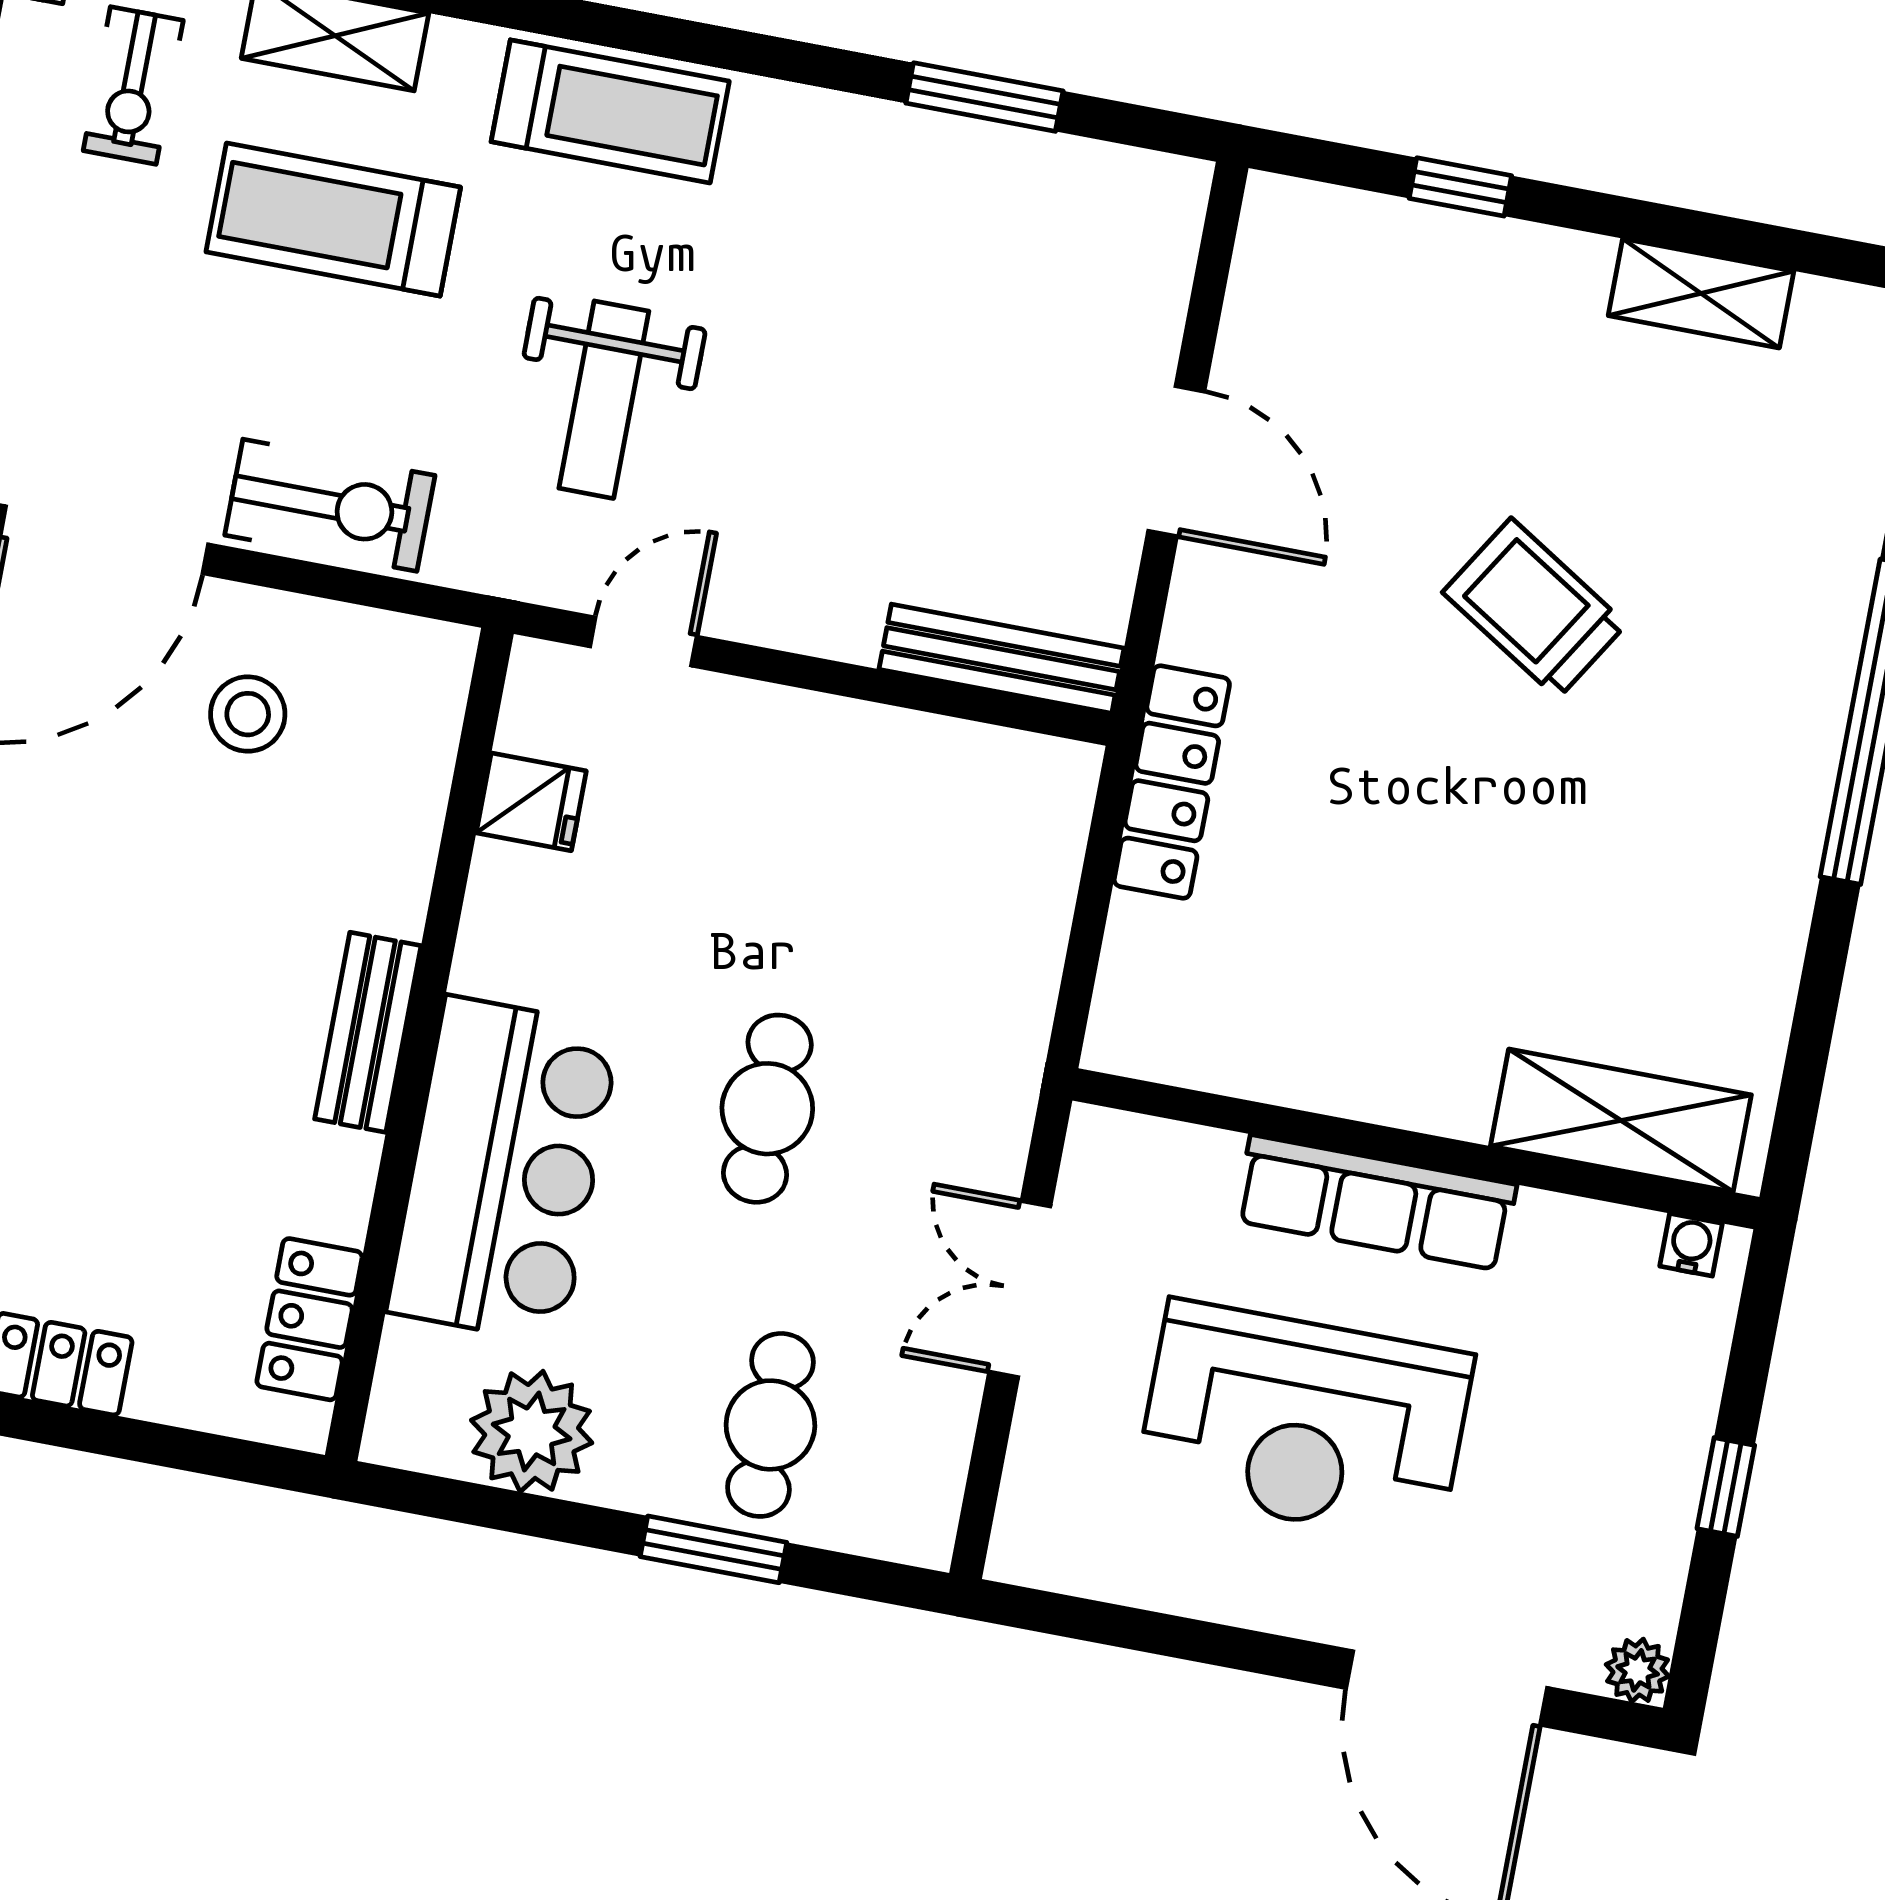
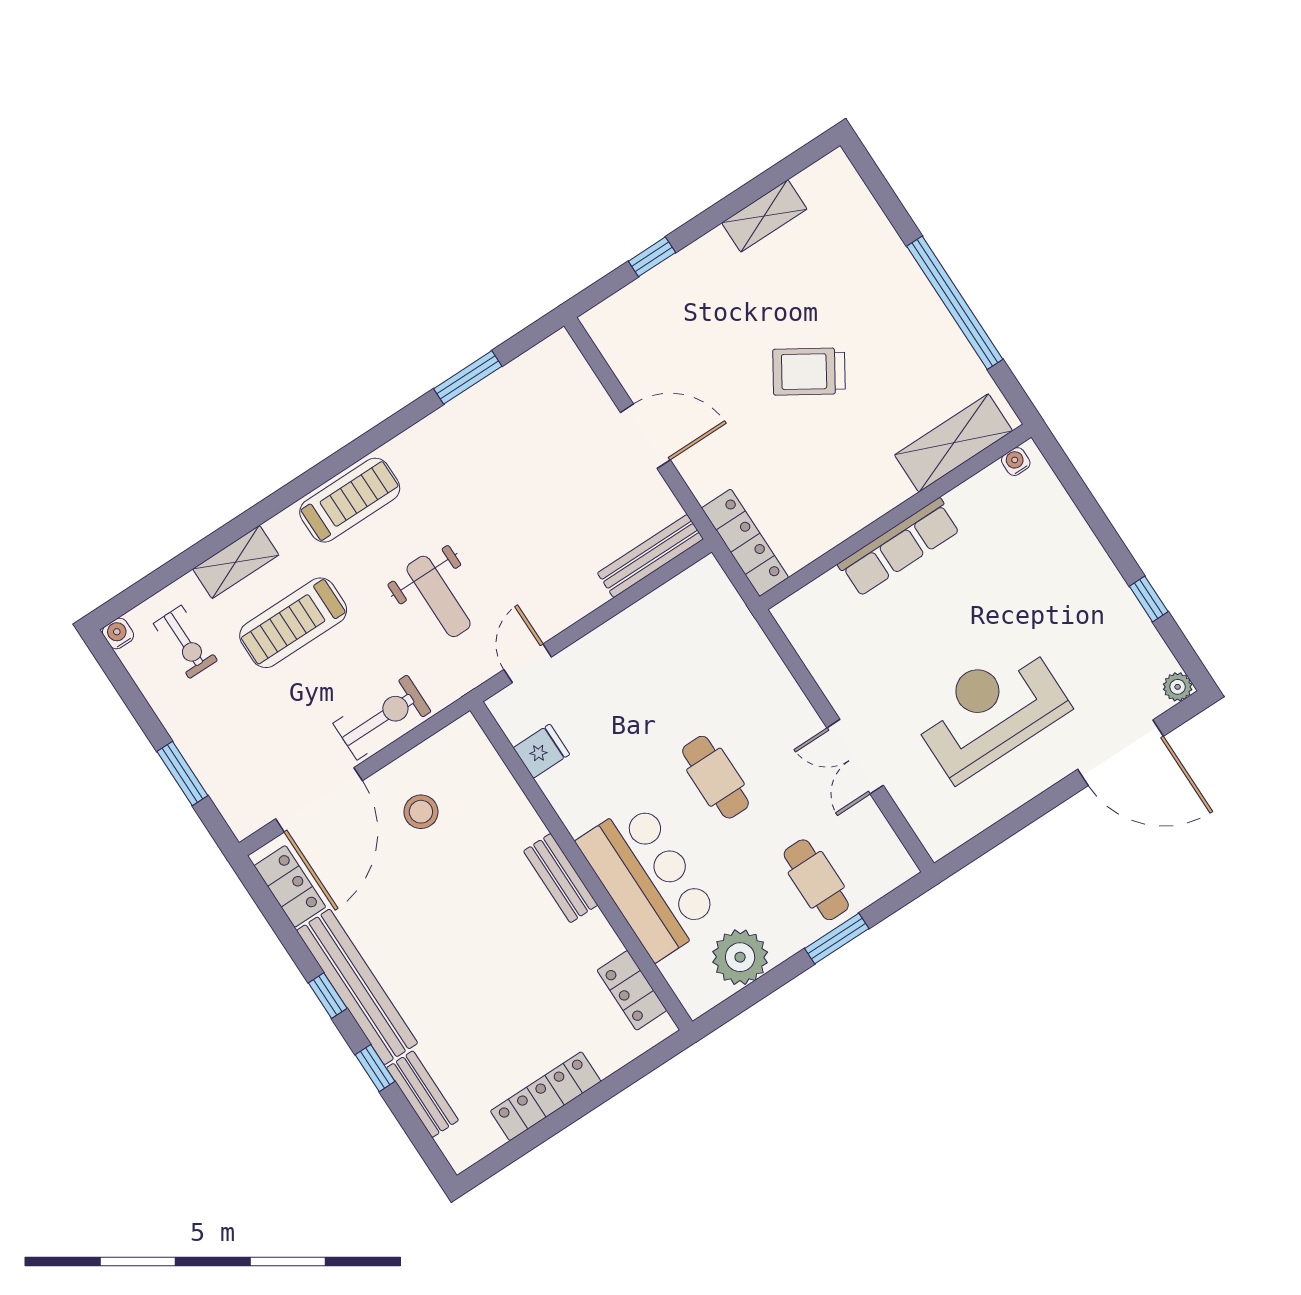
shelving: (1621, 1120) -> (954, 443), moved
wall: (1416, 1149) -> (895, 517), moved
row of seats: (1376, 1203) -> (899, 547), moved
water cooler: (1691, 1245) -> (1016, 462), moved
reception desk: (1304, 1422) -> (990, 711), turned 180

